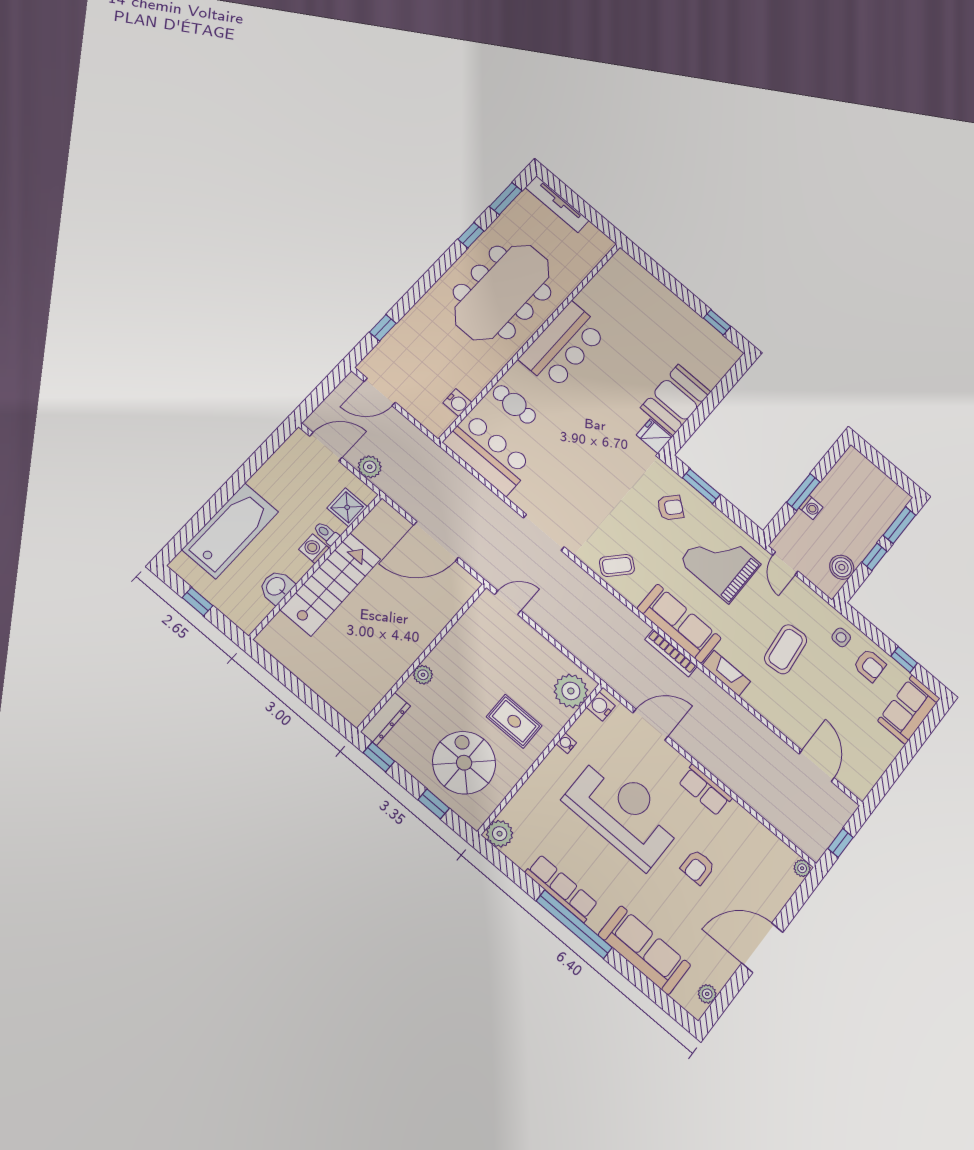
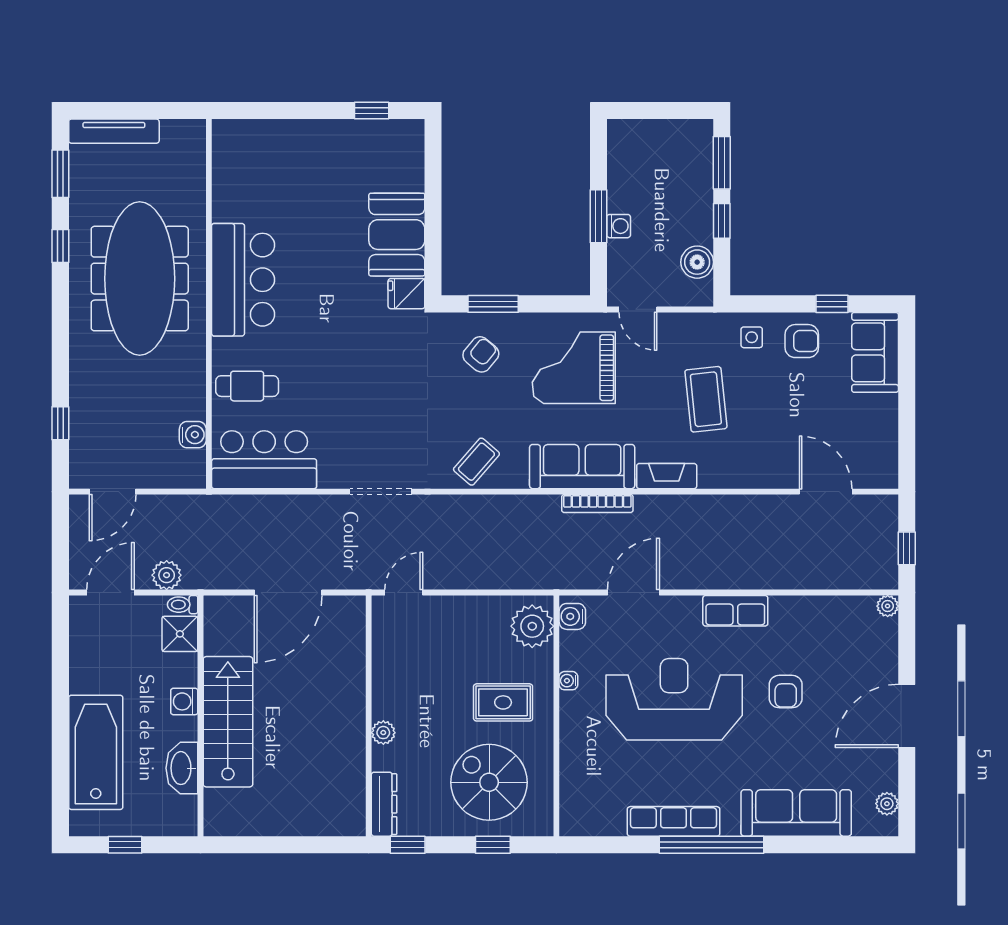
toilet: (326, 533) -> (183, 605), moved
washbasin: (276, 587) -> (182, 768), width x1.38
plant: (500, 834) -> (575, 820), removed

